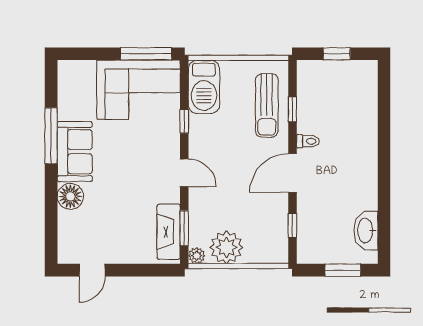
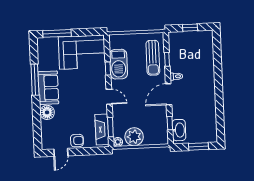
window: (146, 54) -> (57, 33), moved
barbecue: (204, 87) -> (118, 64), moved
washbasin: (366, 231) -> (179, 130), moved, turned 180
armchair: (122, 250) -> (77, 141), added

